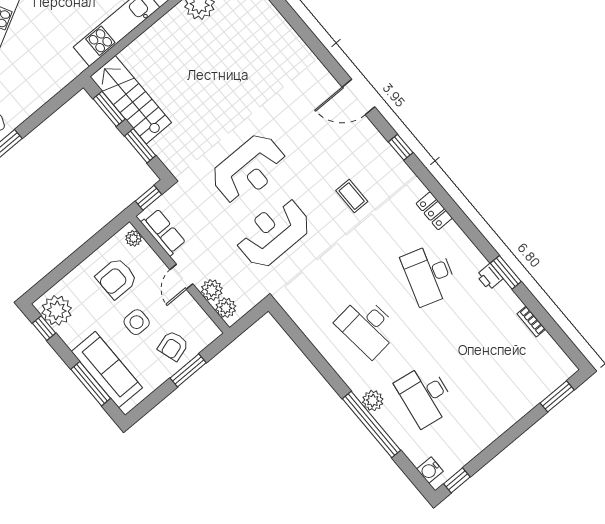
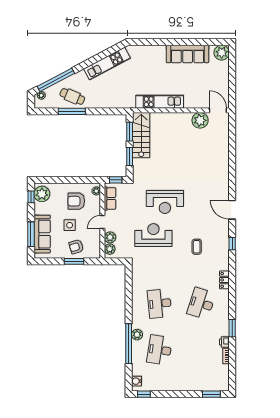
printer: (490, 277) -> (224, 342), moved

